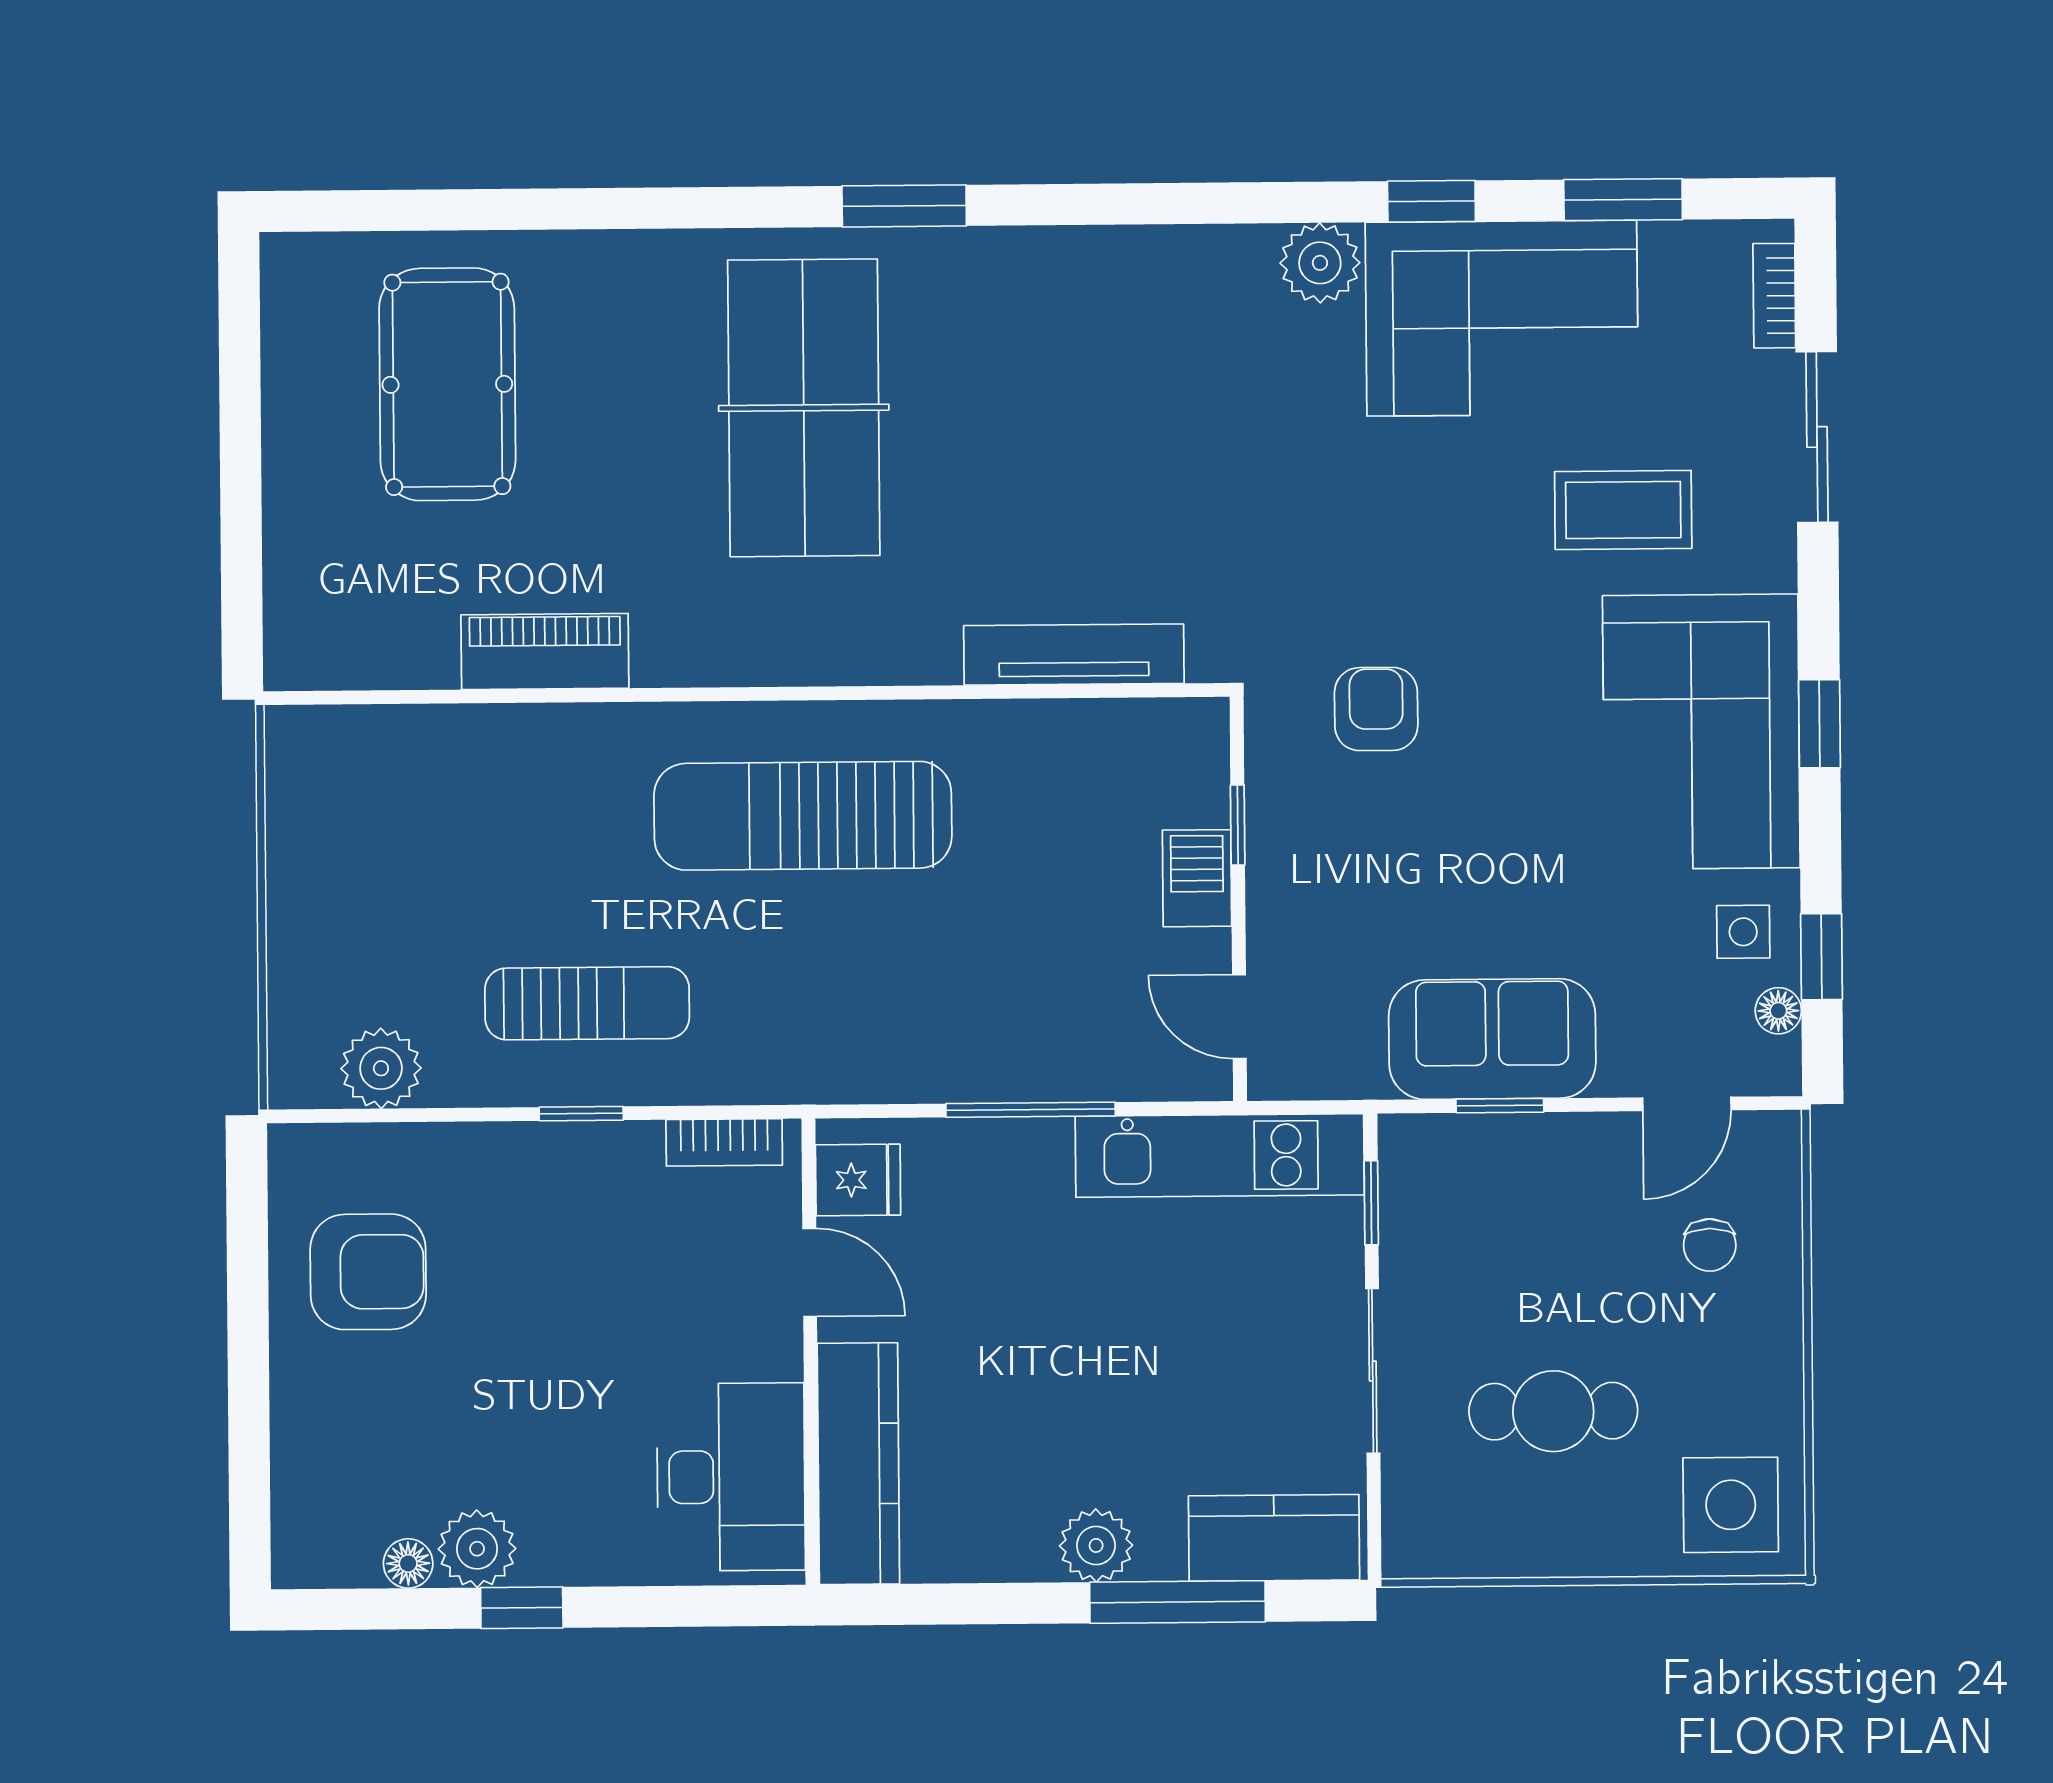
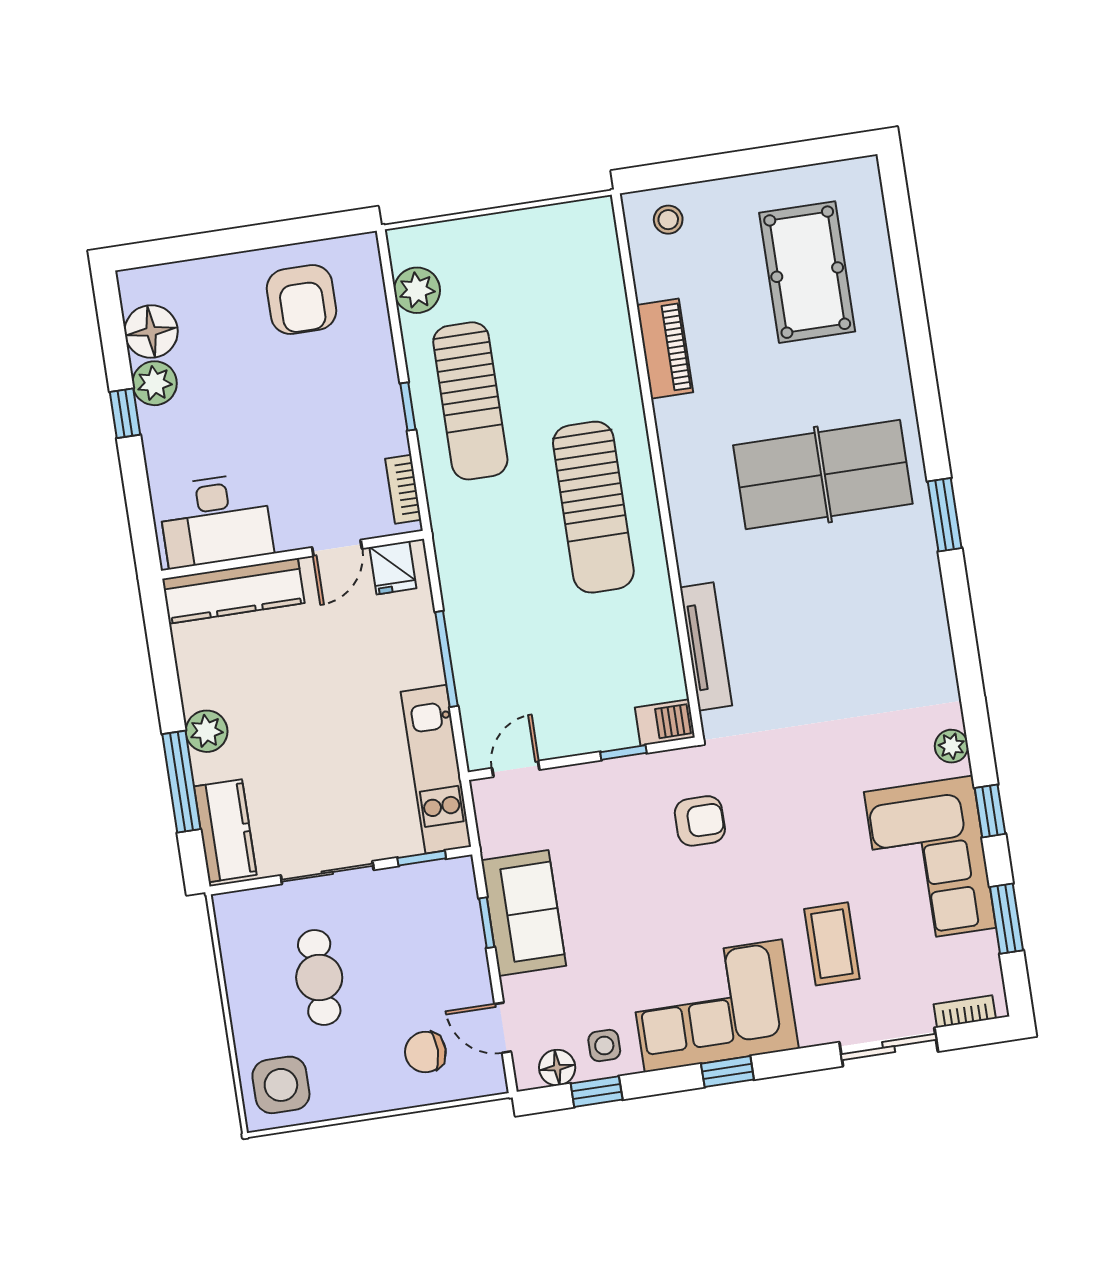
plant: (1320, 263) -> (951, 746), width x0.73, depth x0.73
pool table: (447, 384) -> (807, 272), turned 90
stool: (321, 613) -> (668, 220), added
sun lounger: (803, 816) -> (593, 507), turned 180
barbecue: (1197, 878) -> (665, 722), moved
sun lounger: (587, 1003) -> (470, 401), width x1.36, depth x1.34
floor lamp: (1778, 1011) -> (557, 1068), width x1.37, depth x1.37
chair: (1710, 1245) -> (425, 1052), width x1.37, depth x1.37
floor lamp: (408, 1563) -> (151, 331), width x1.89, depth x1.89

